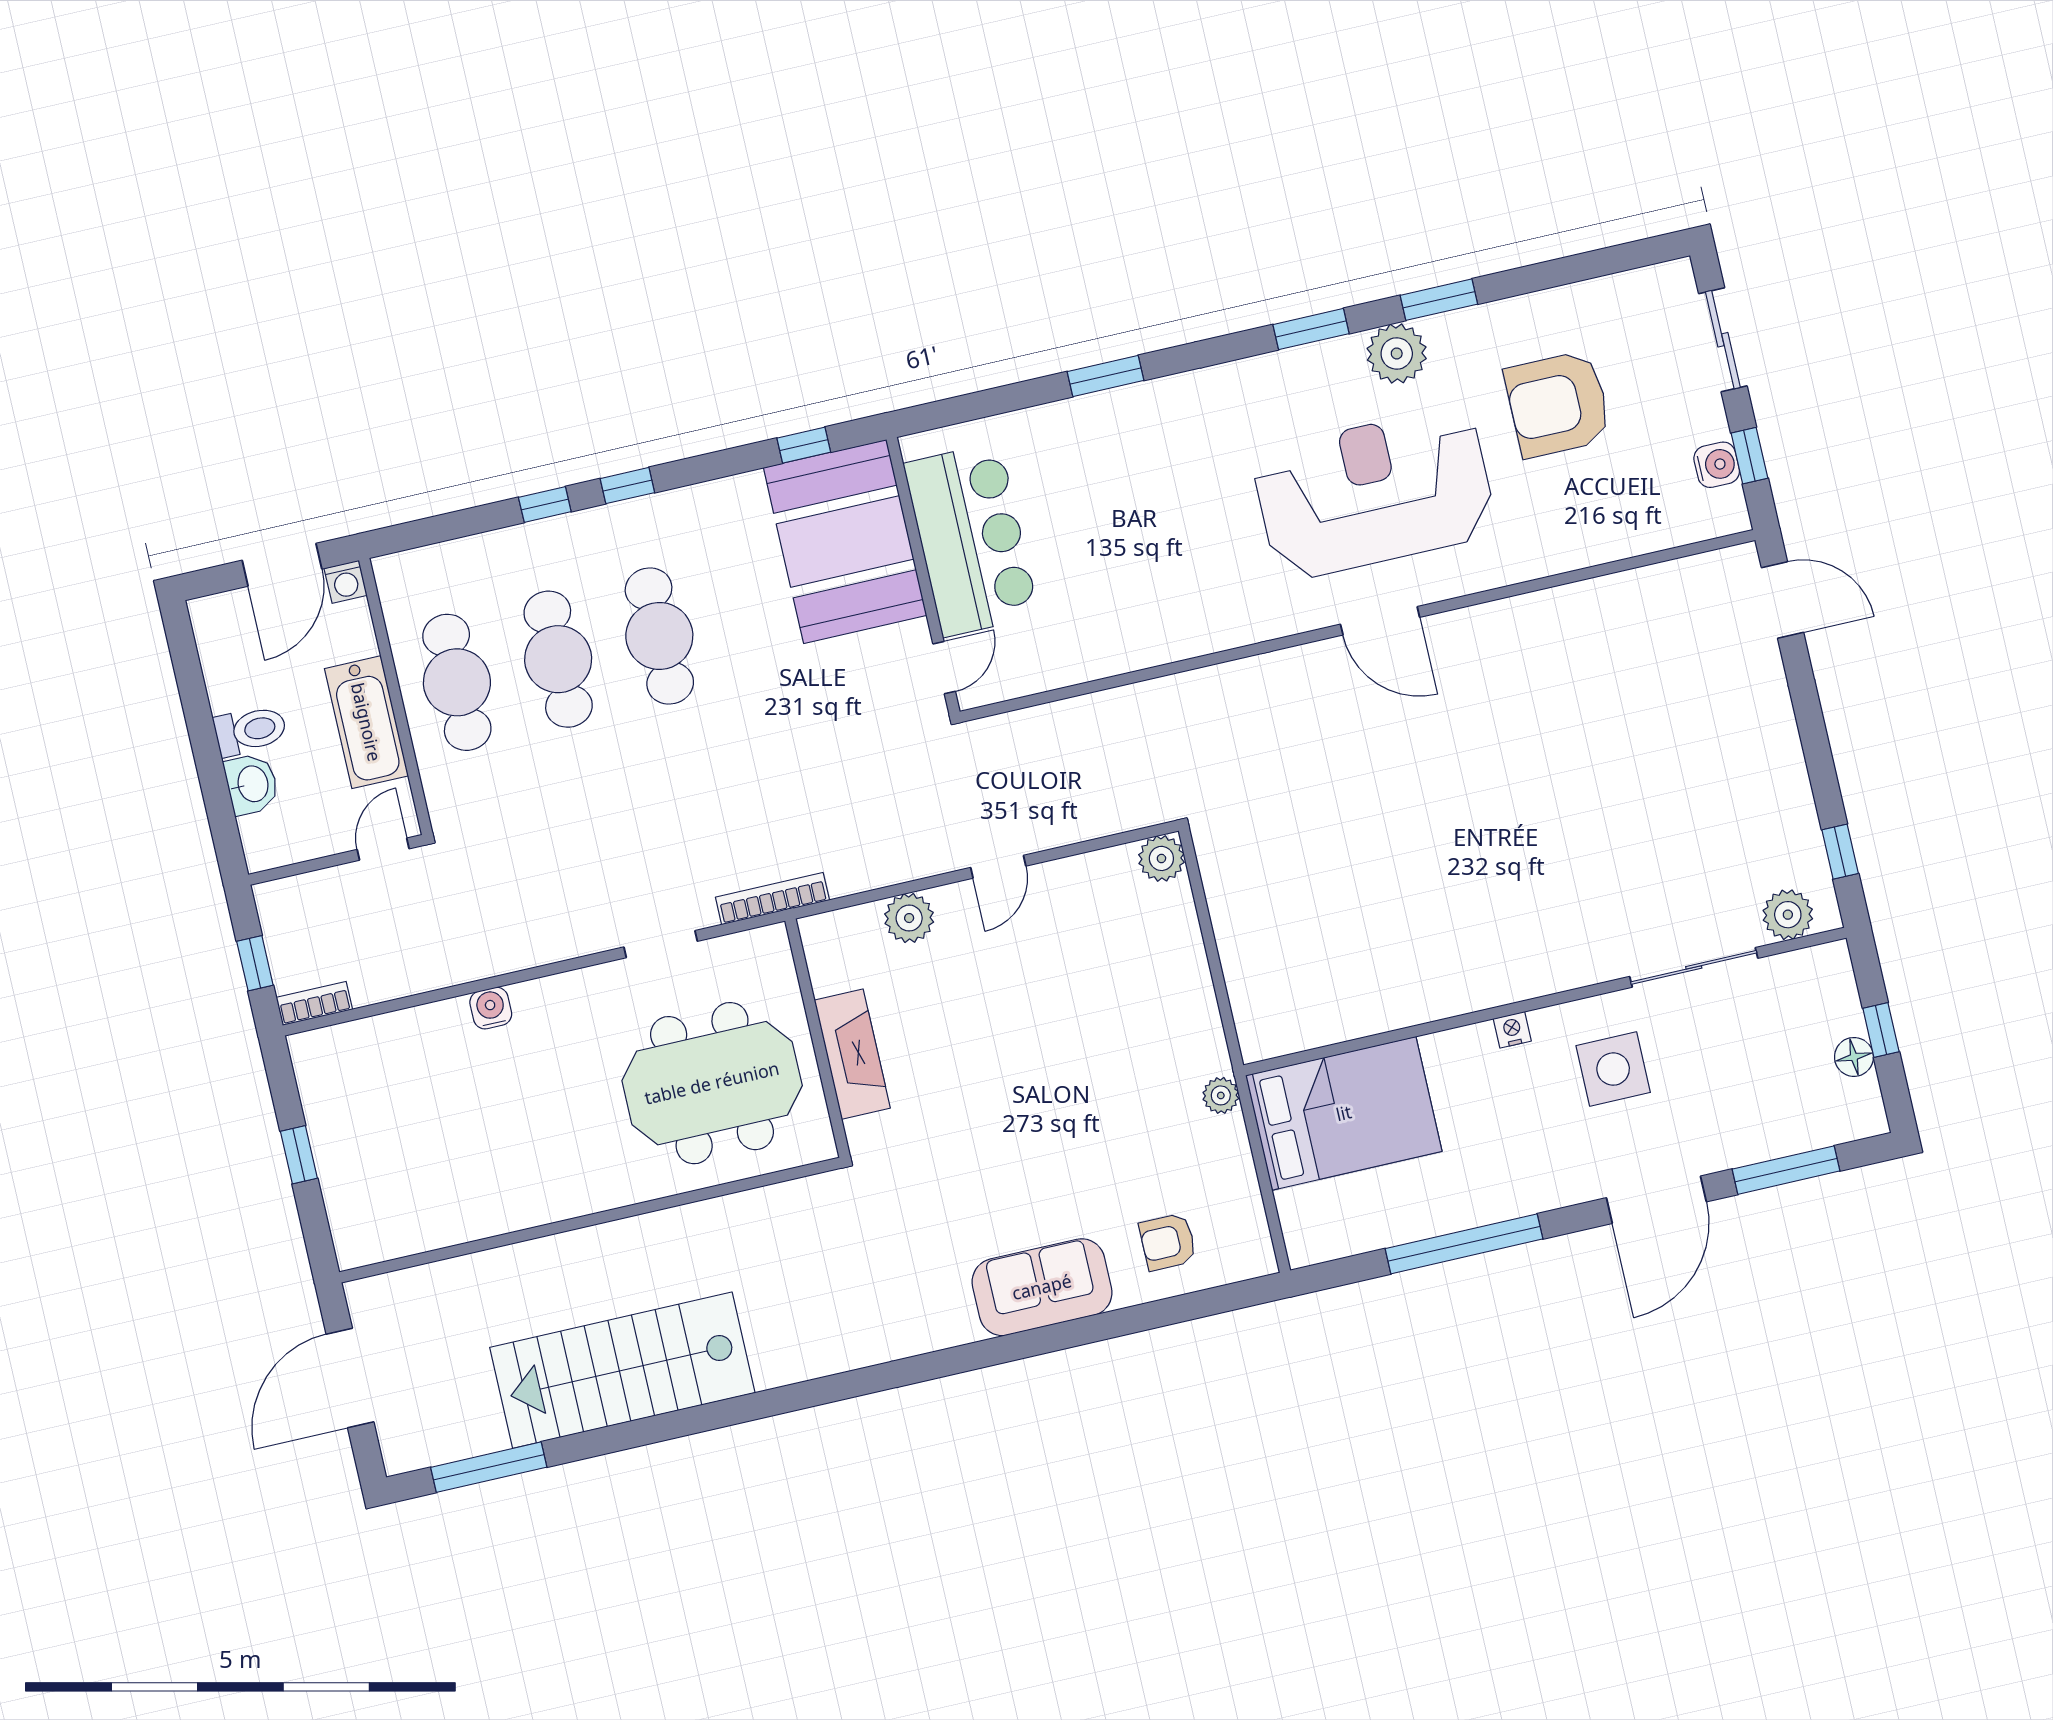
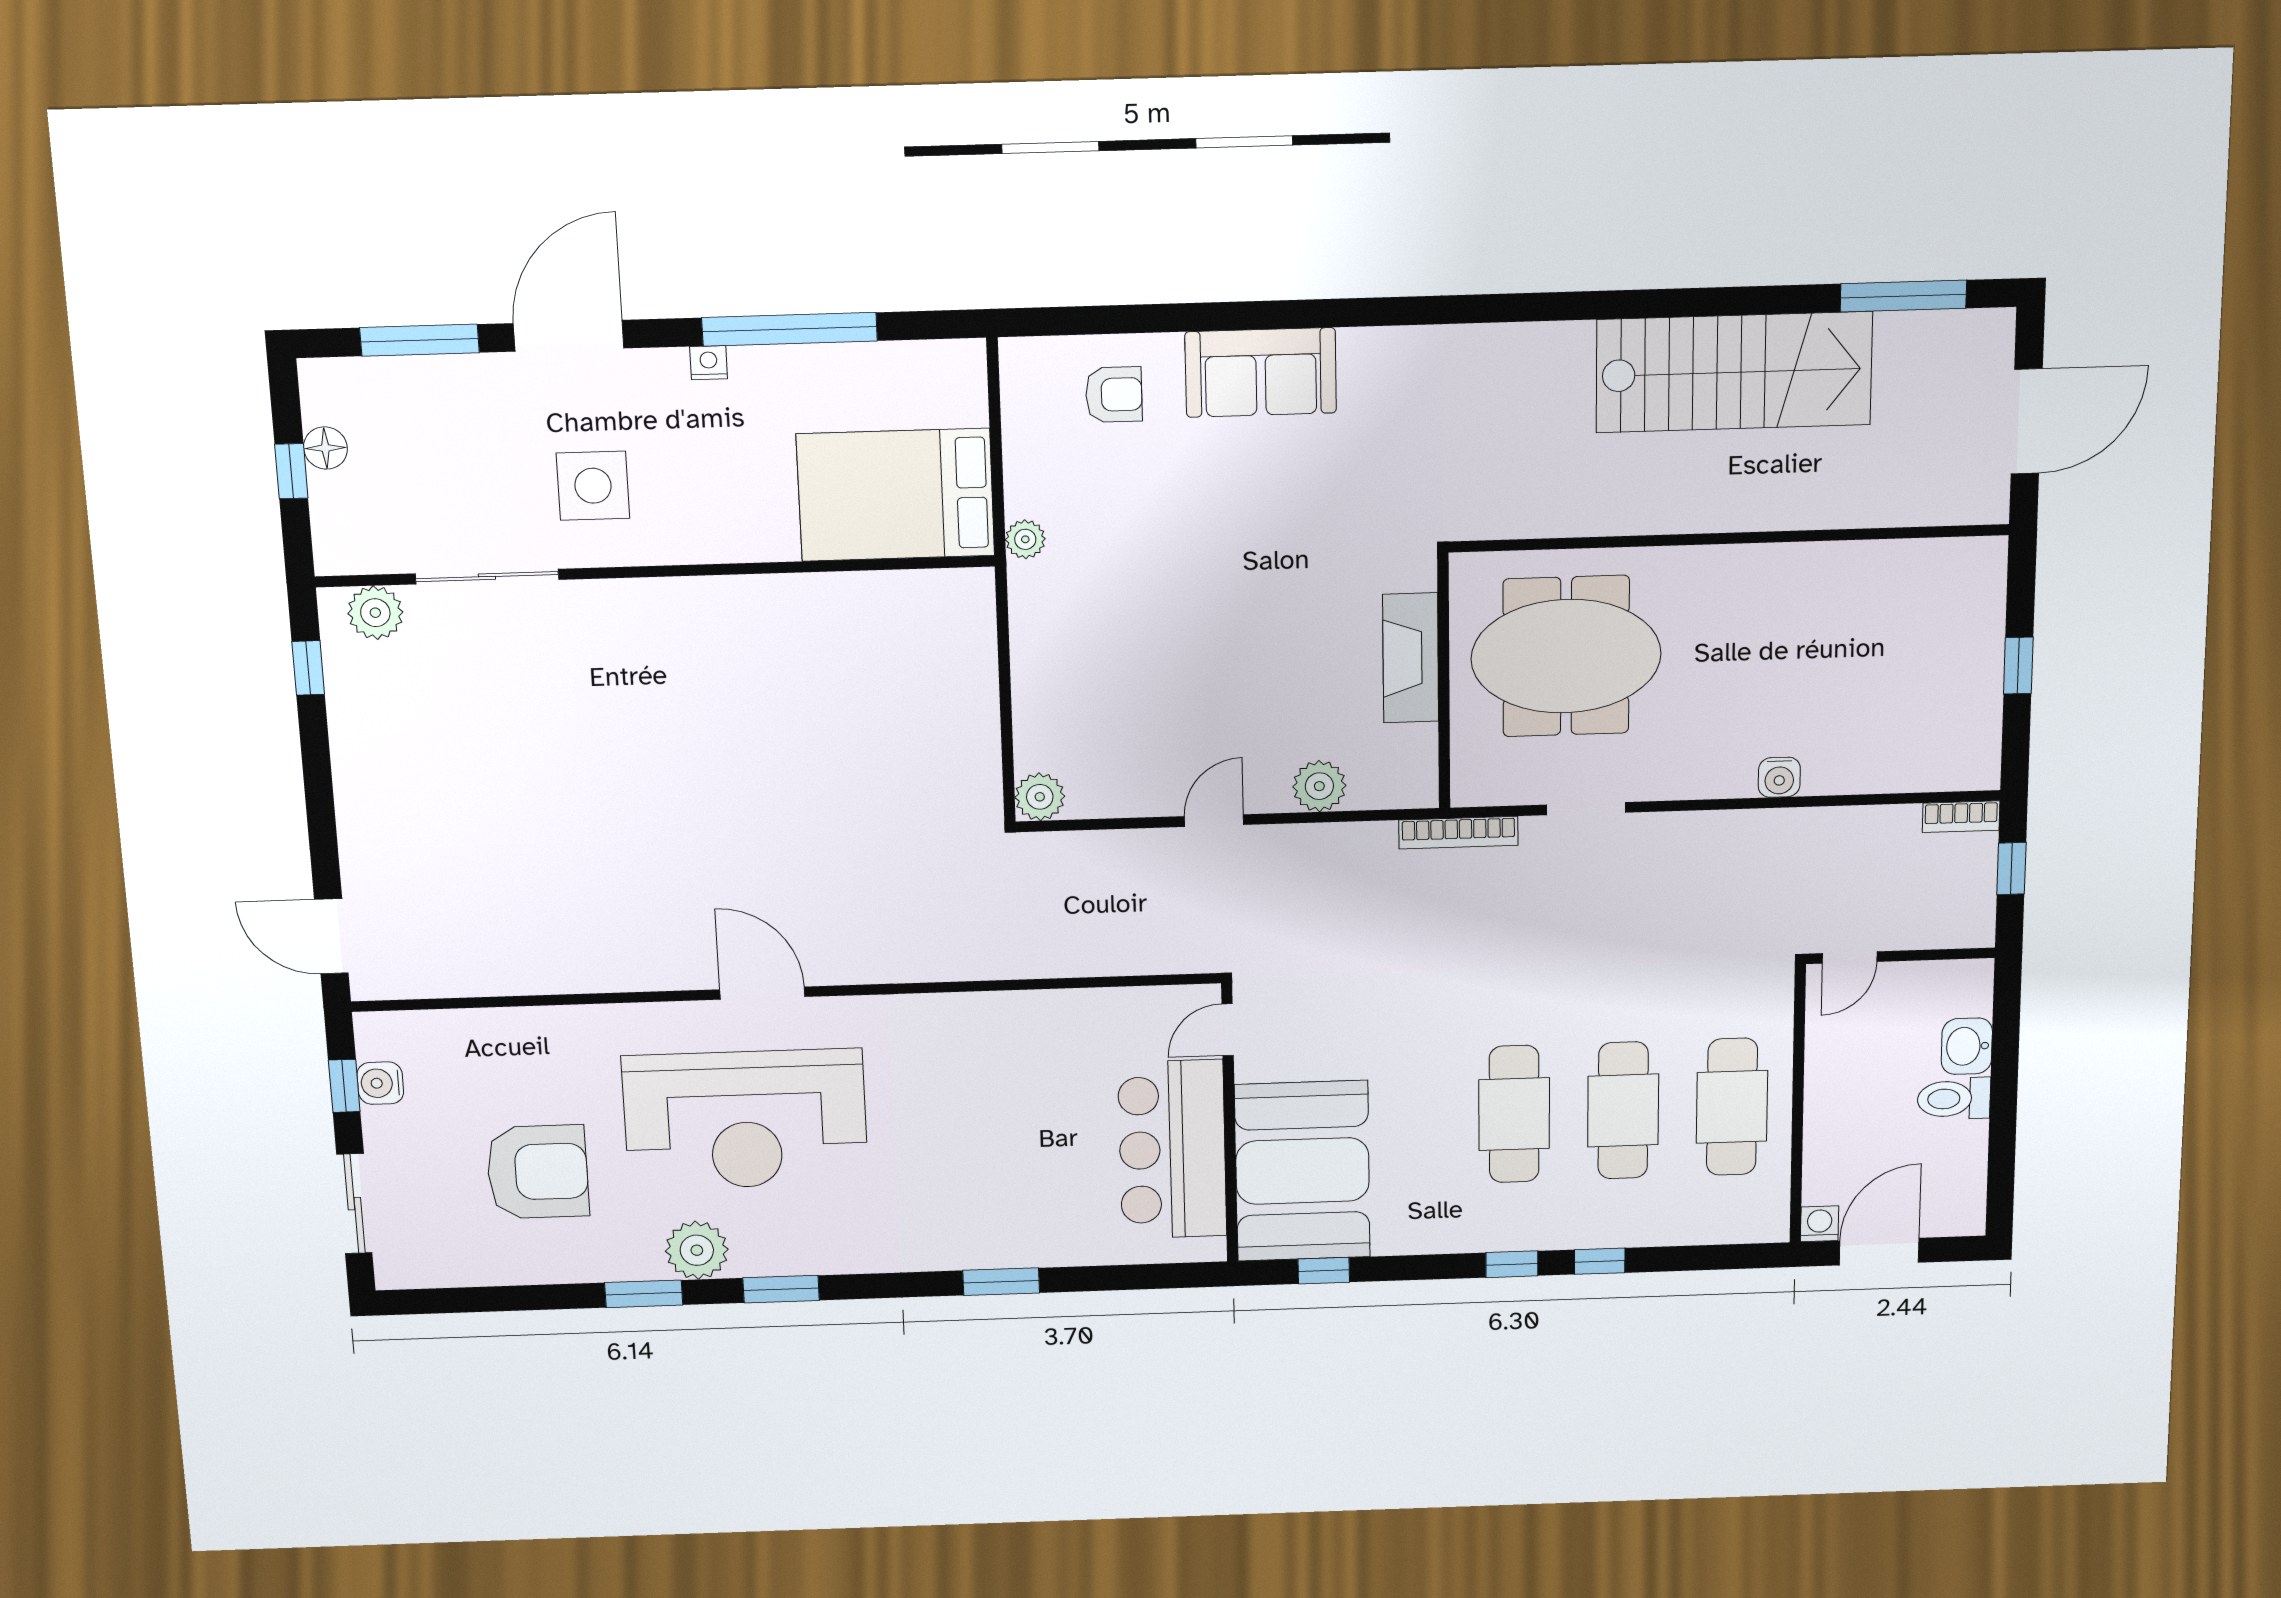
bathtub: (366, 722) -> (1834, 1085), removed
nightstand: (1512, 1030) -> (709, 363), moved, turned 180

